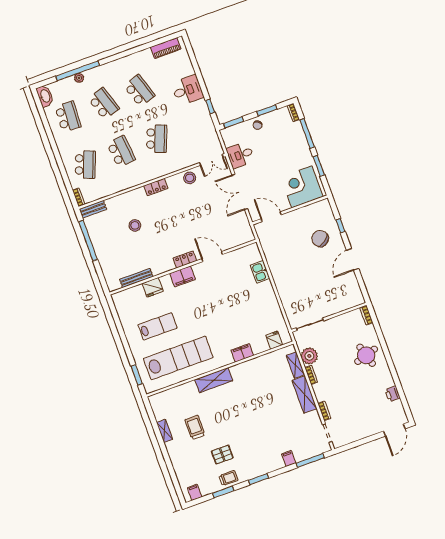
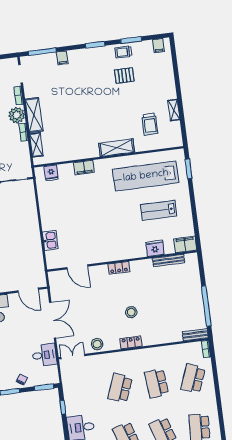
stool: (135, 225) -> (131, 312), moved
door: (212, 257) -> (77, 267), moved
filing cabinet: (183, 276) -> (185, 244), moved
plant: (309, 356) -> (17, 115), moved
trolley: (195, 427) -> (150, 124), moved

